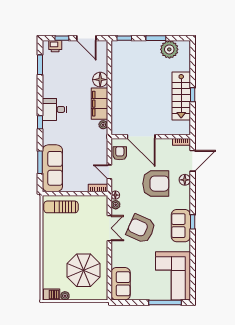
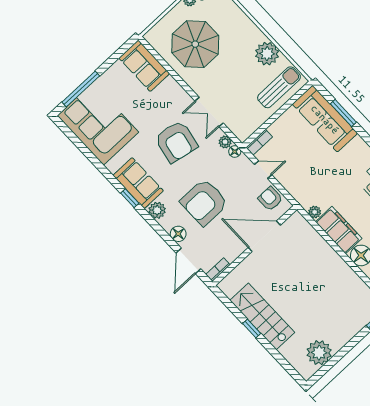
window: (156, 38) -> (344, 351), removed
armchair: (120, 153) -> (270, 199), turned 180
plant: (184, 202) -> (157, 210), added
armchair: (141, 229) -> (176, 142), turned 77
plant: (51, 230) -> (267, 54), added

